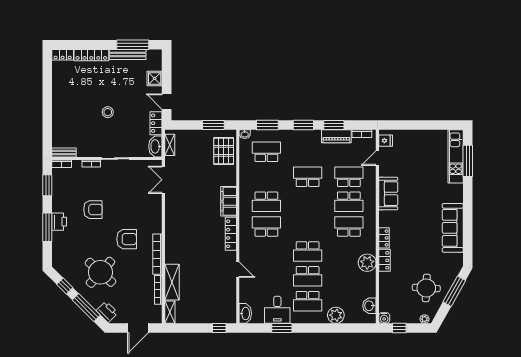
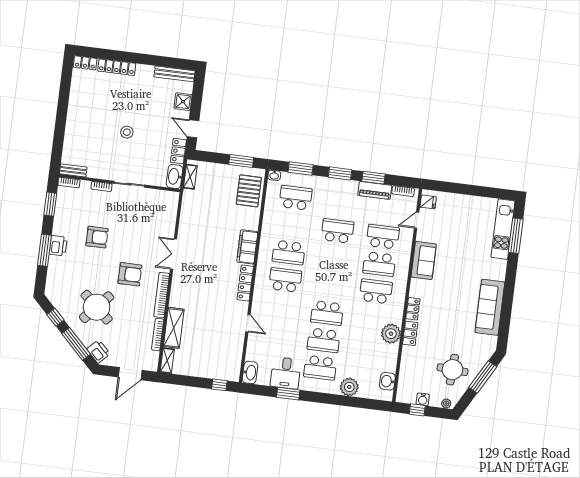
window: (133, 45) -> (164, 62), removed
bench: (128, 55) -> (174, 74), moved
double door: (163, 180) -> (174, 254), moved
water cooler: (384, 318) -> (423, 399), moved

